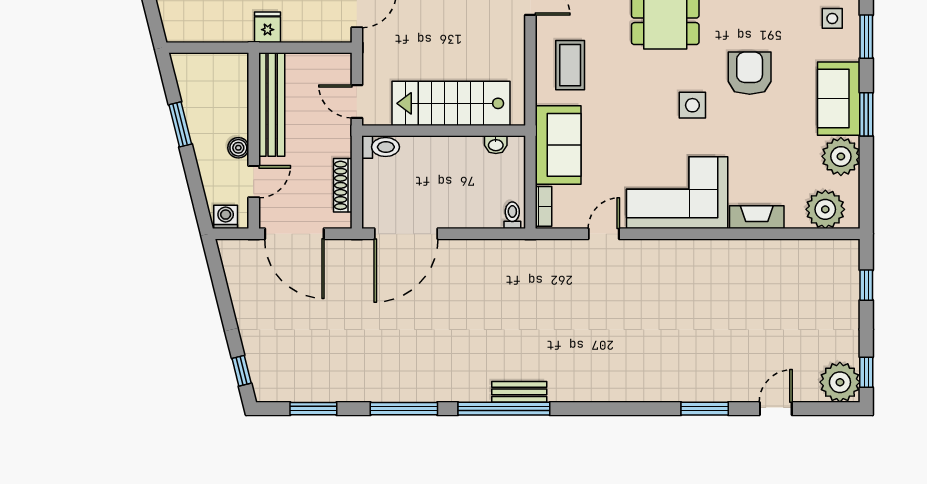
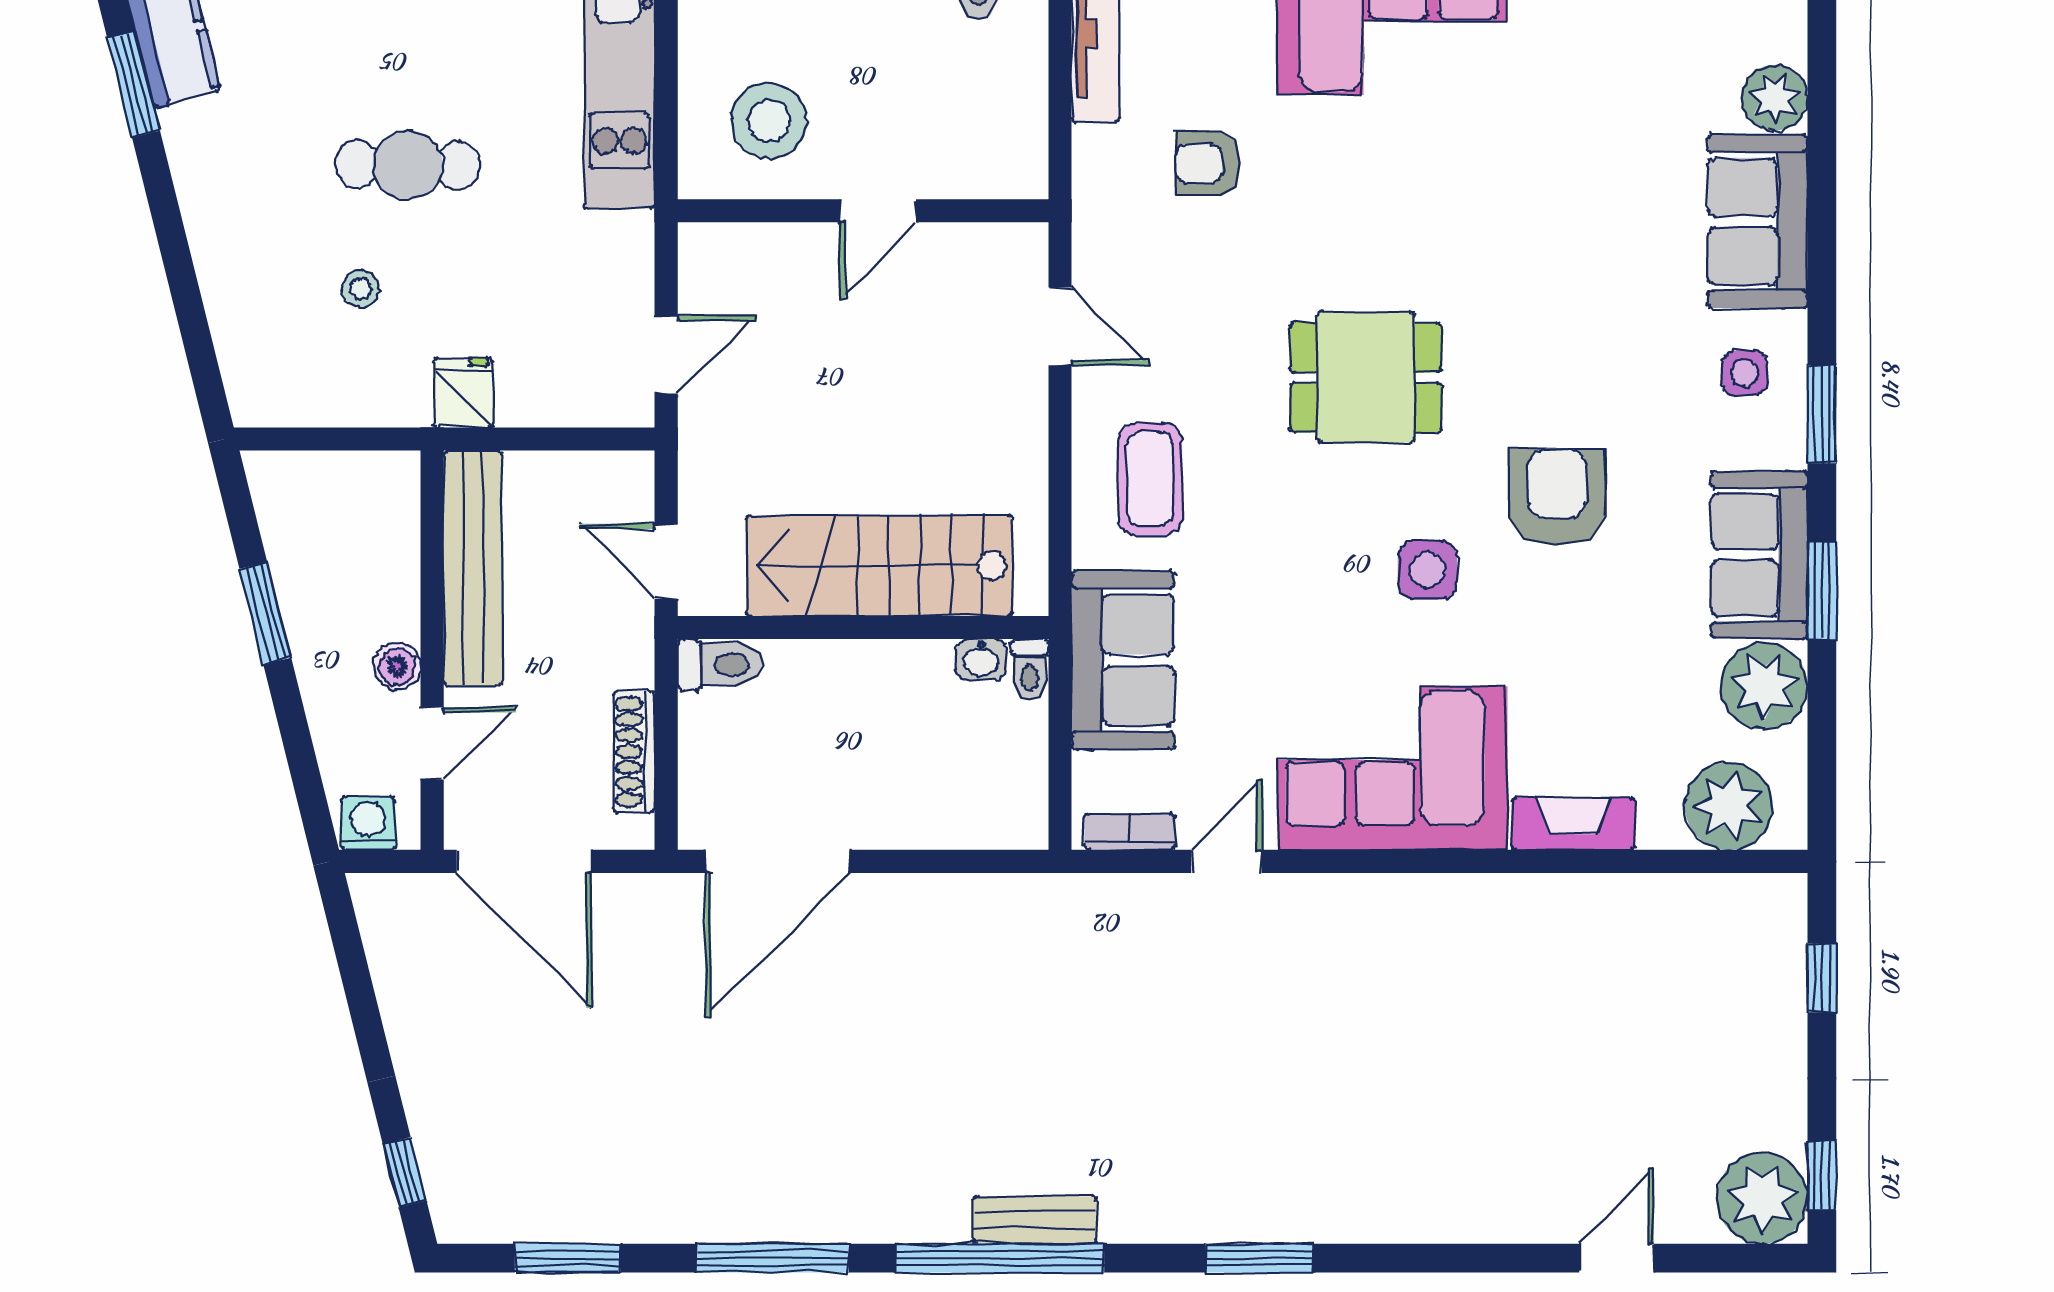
bookcase: (544, 206) -> (1130, 832), moved, turned -90
toilet: (512, 215) -> (1030, 669), moved, turned 180
window: (705, 409) -> (1259, 1258), moved

